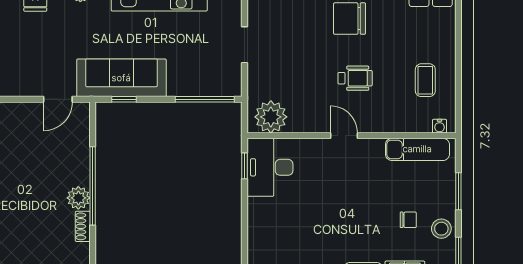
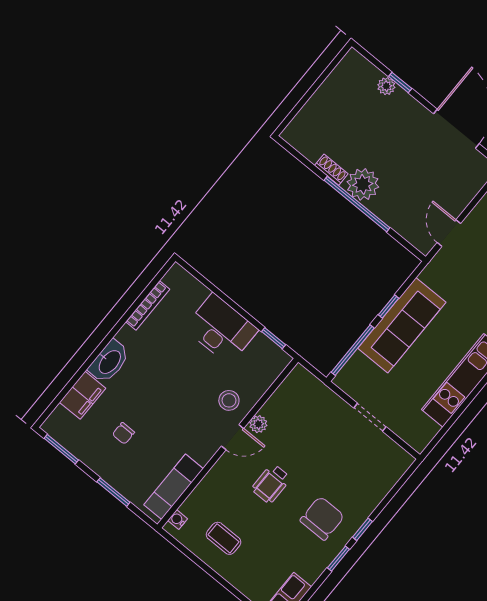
sofa: (121, 78) -> (402, 325), moved
window: (124, 99) -> (388, 306), moved
plant: (271, 117) -> (258, 424), moved, width x0.53, depth x0.53
desk: (270, 167) -> (221, 329), moved
plant: (78, 198) -> (363, 184), width x1.36, depth x1.36
stool: (441, 229) -> (229, 400), moved

